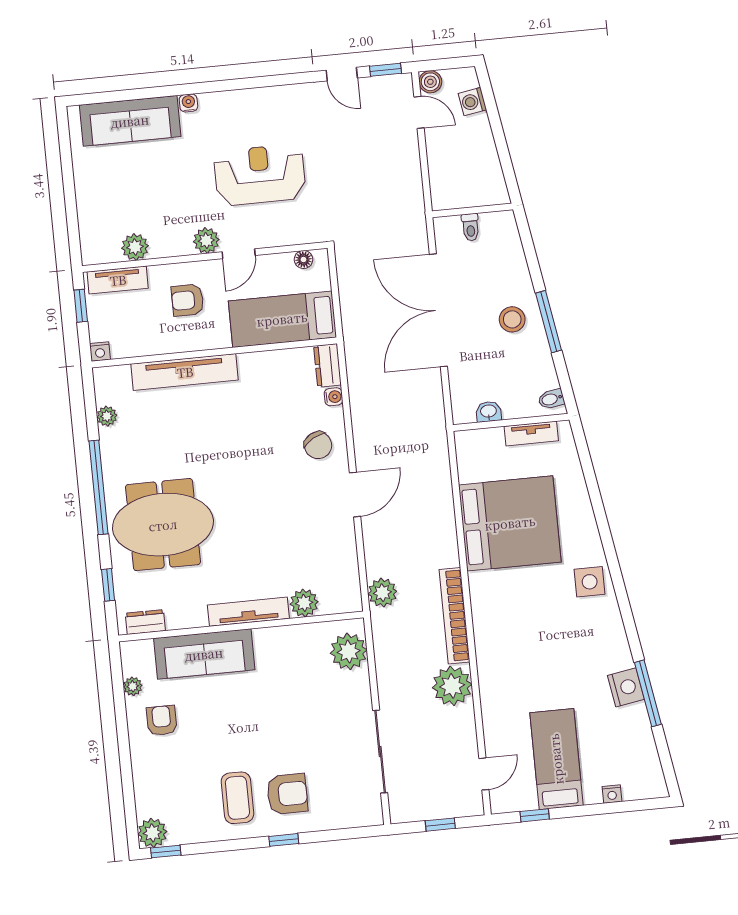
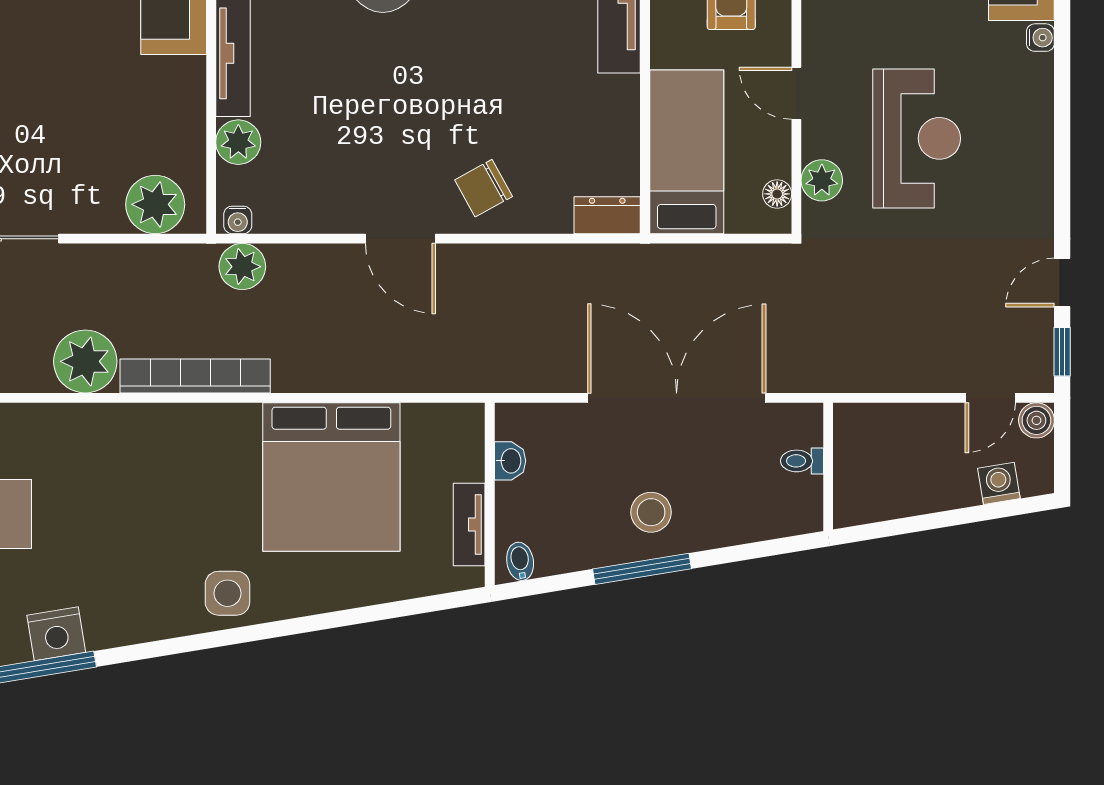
plant: (206, 241) -> (822, 180), moved
water cooler: (333, 397) -> (238, 220), moved

